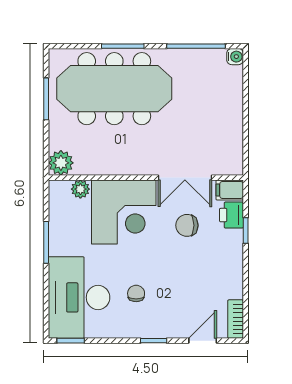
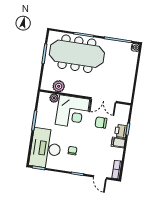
plant: (61, 163) -> (59, 86), moved
filing cabinet: (230, 190) -> (118, 142), moved
printer: (231, 215) -> (121, 131), moved
door: (203, 341) -> (100, 177), swing flipped

